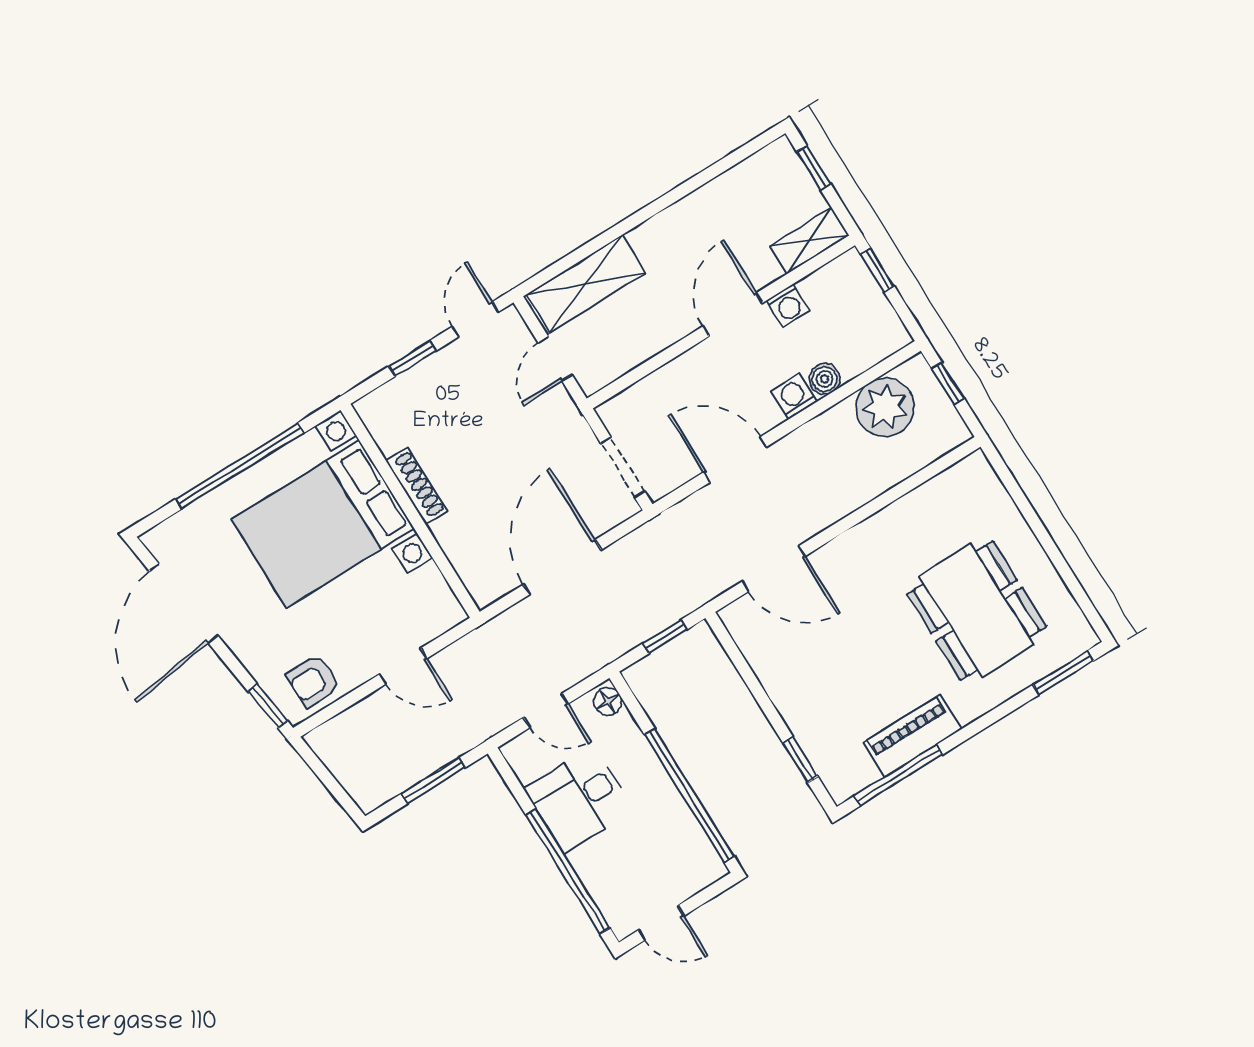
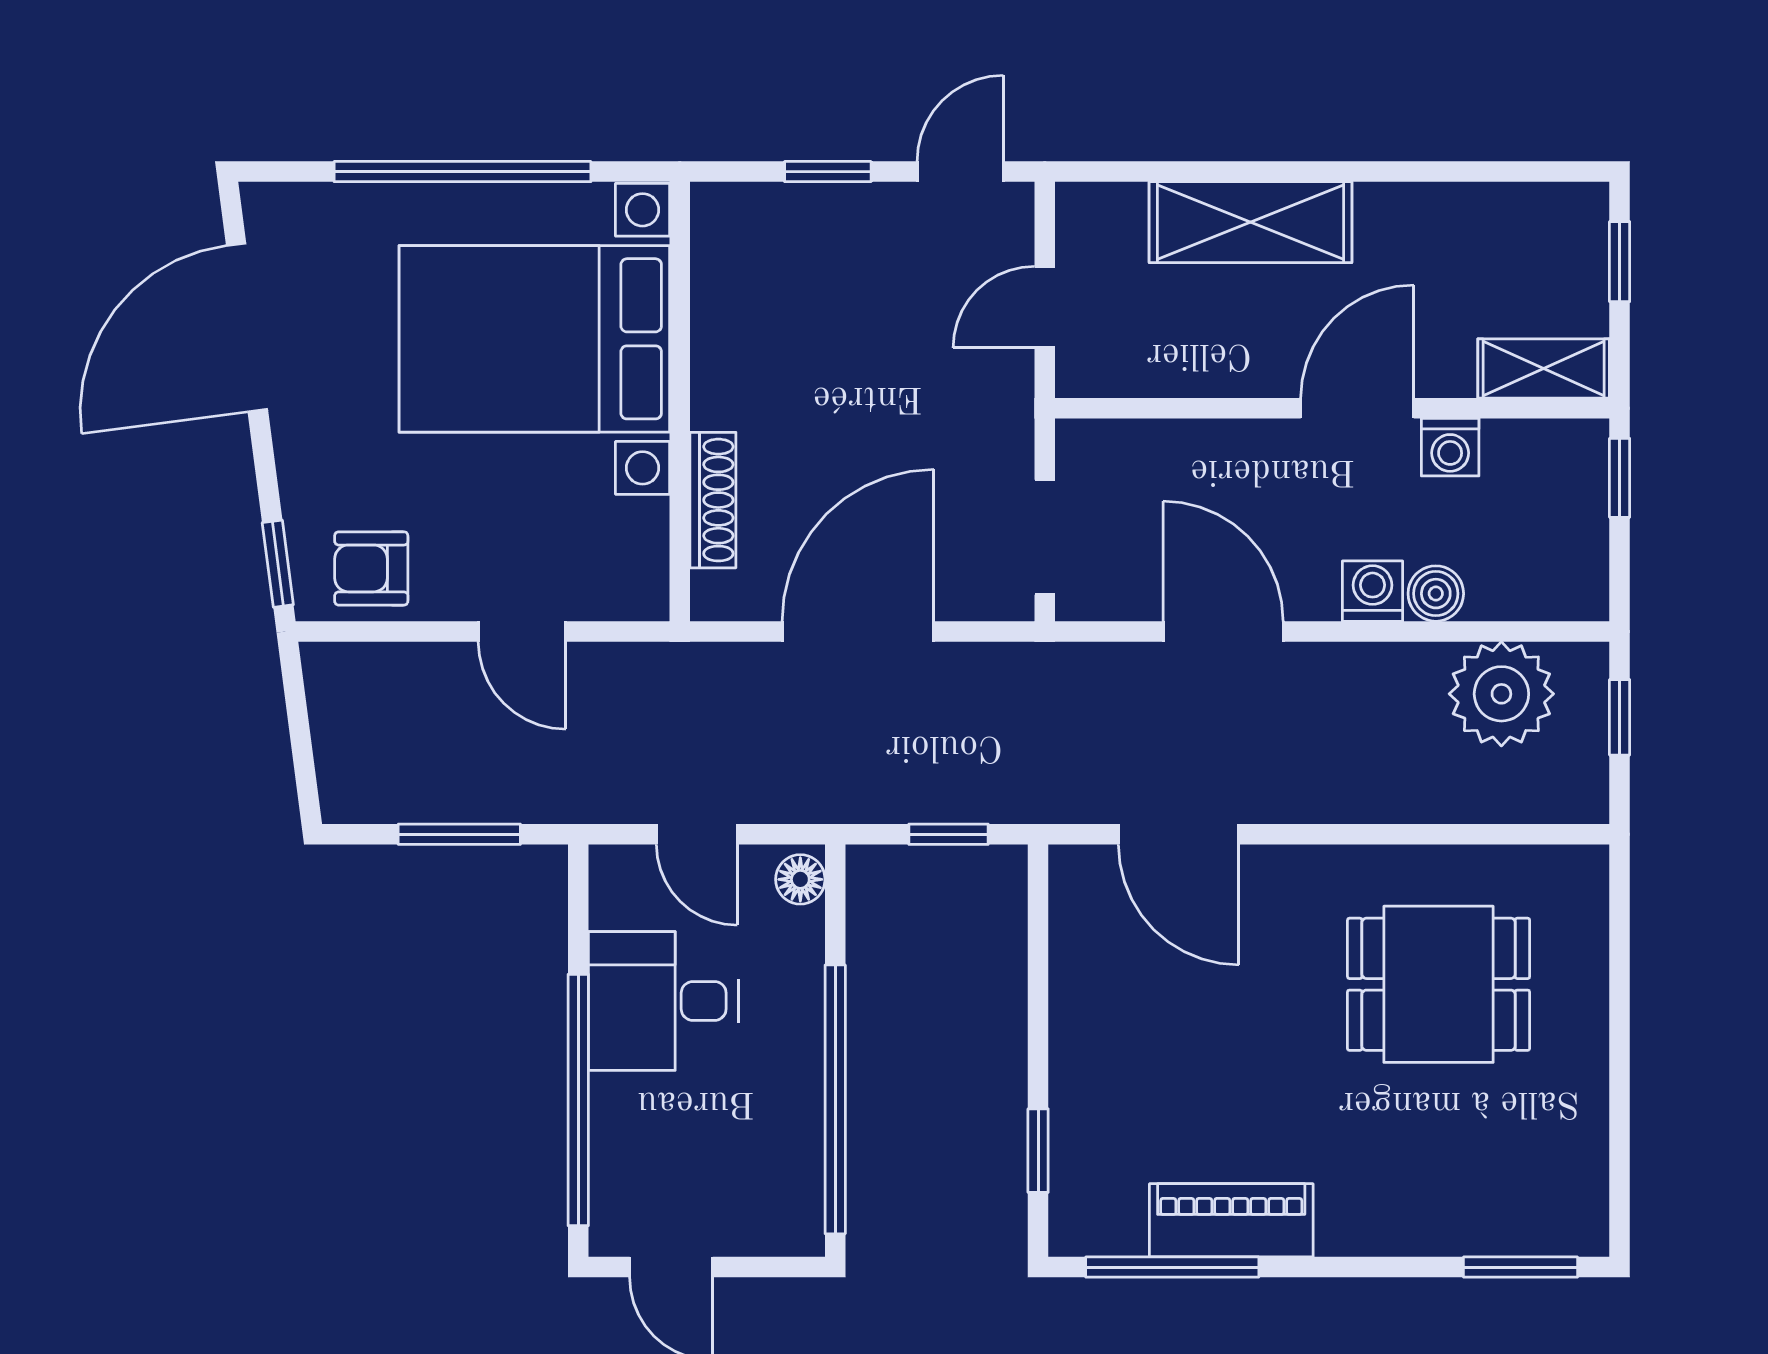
shelving: (586, 284) -> (1251, 222), moved
shoe rack: (416, 486) -> (713, 500), moved
dining table: (977, 611) -> (1439, 984), moved, width x0.73

